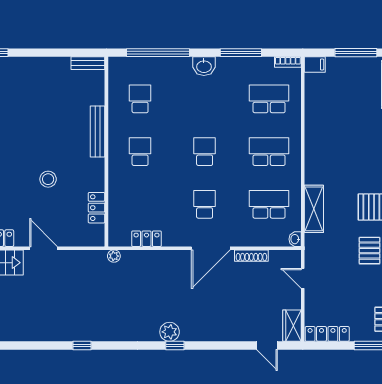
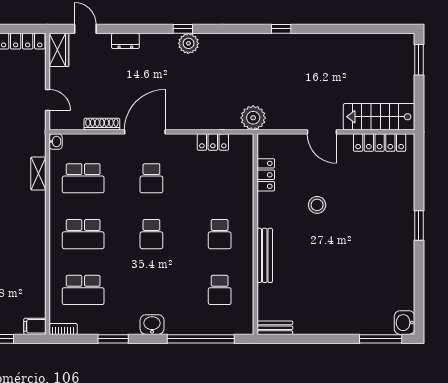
window: (241, 53) -> (113, 339), width x0.69
shelving: (314, 209) -> (38, 173), width x0.67, depth x0.75
plant: (114, 256) -> (253, 118), width x1.88, depth x1.88
dresser: (229, 334) -> (125, 41), added

